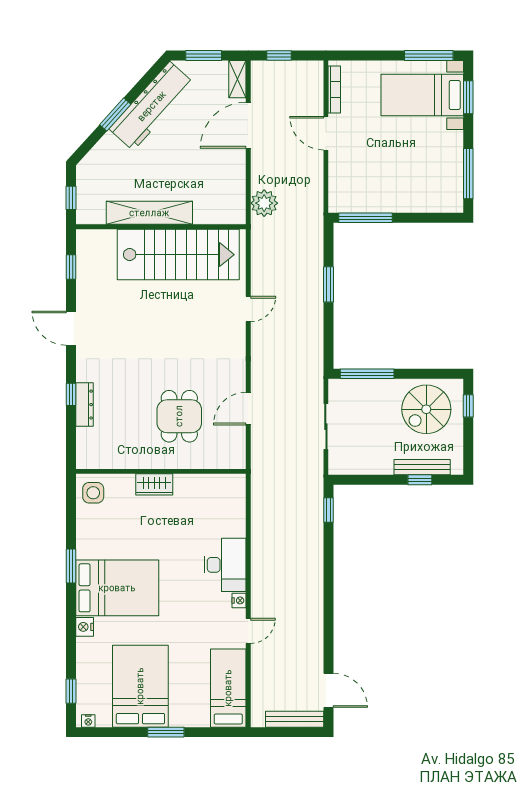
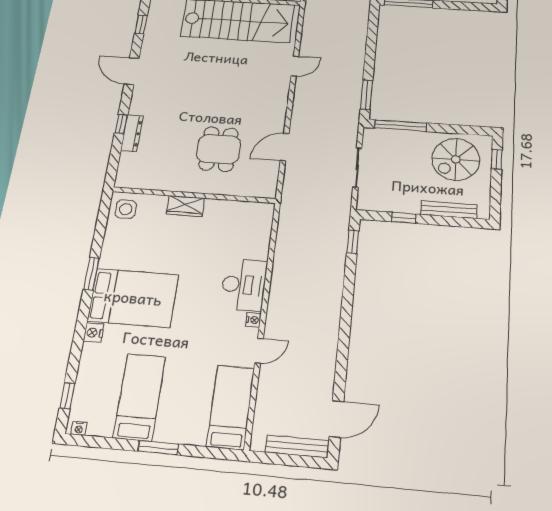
window: (328, 284) -> (366, 95), moved
window: (420, 480) -> (404, 218), moved
bed: (140, 686) -> (140, 397), width x0.67
door: (328, 690) -> (336, 419), hinge flipped

